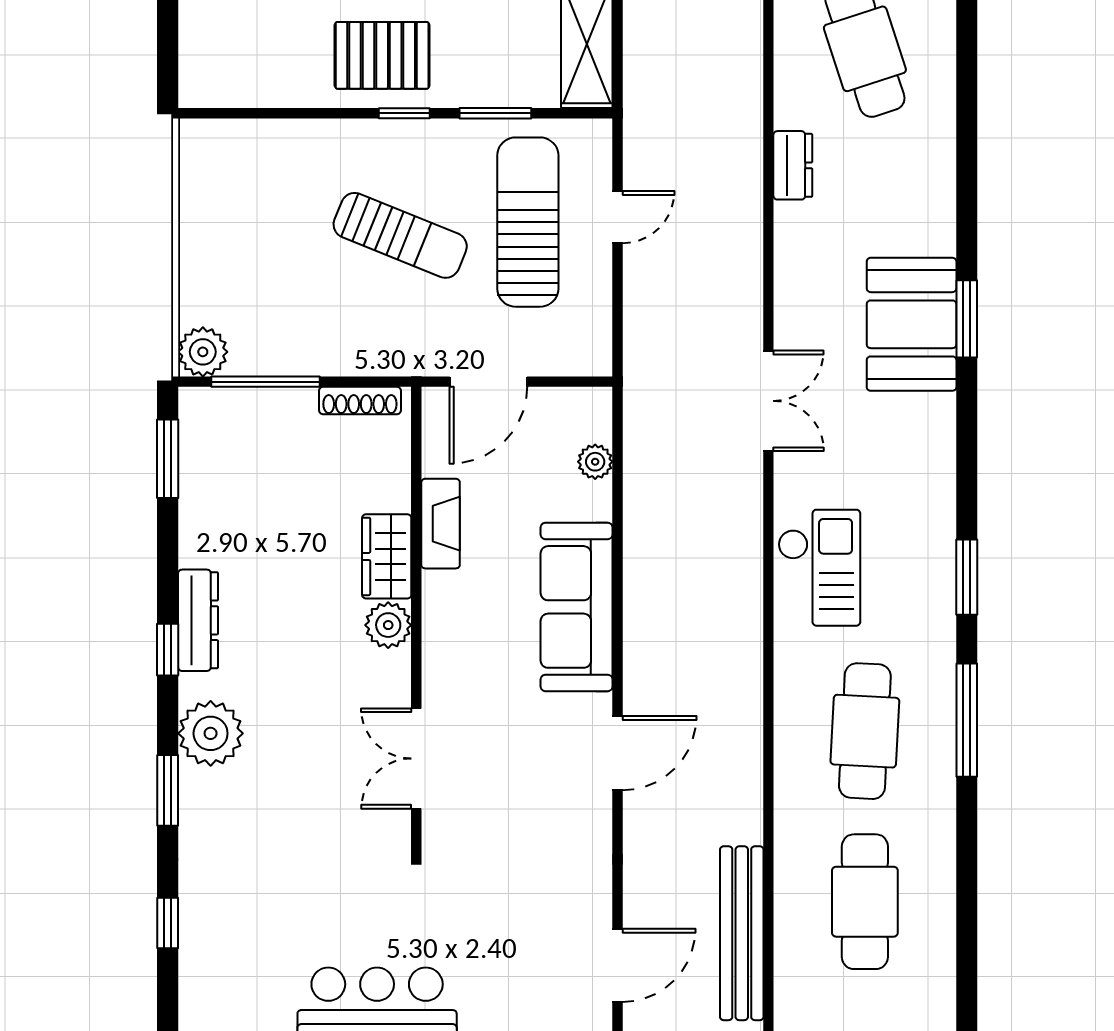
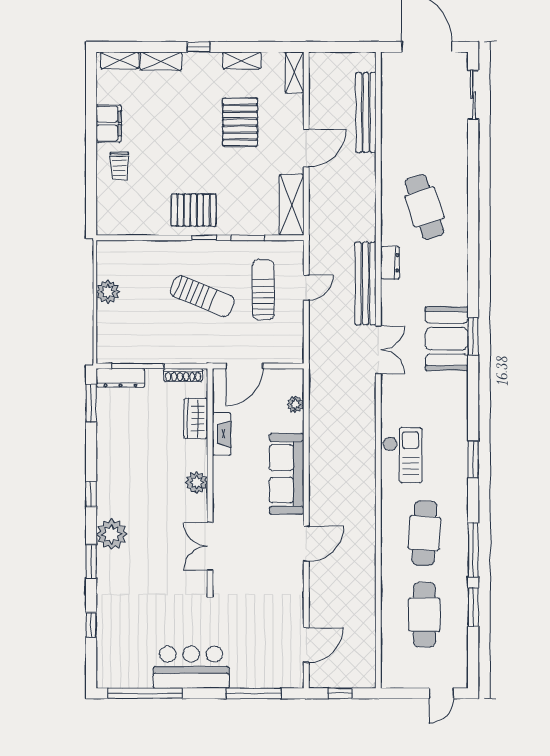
sun lounger: (528, 222) -> (263, 290), width x0.73, depth x0.75
plant: (203, 352) -> (108, 292), moved
double door: (768, 401) -> (378, 350), moved
wardrobe: (387, 556) -> (196, 418), moved
dresser: (198, 620) -> (120, 378), moved, turned 90
window: (967, 720) -> (473, 550), moved
window: (967, 886) -> (473, 607), added
bench: (742, 933) -> (366, 283), moved

